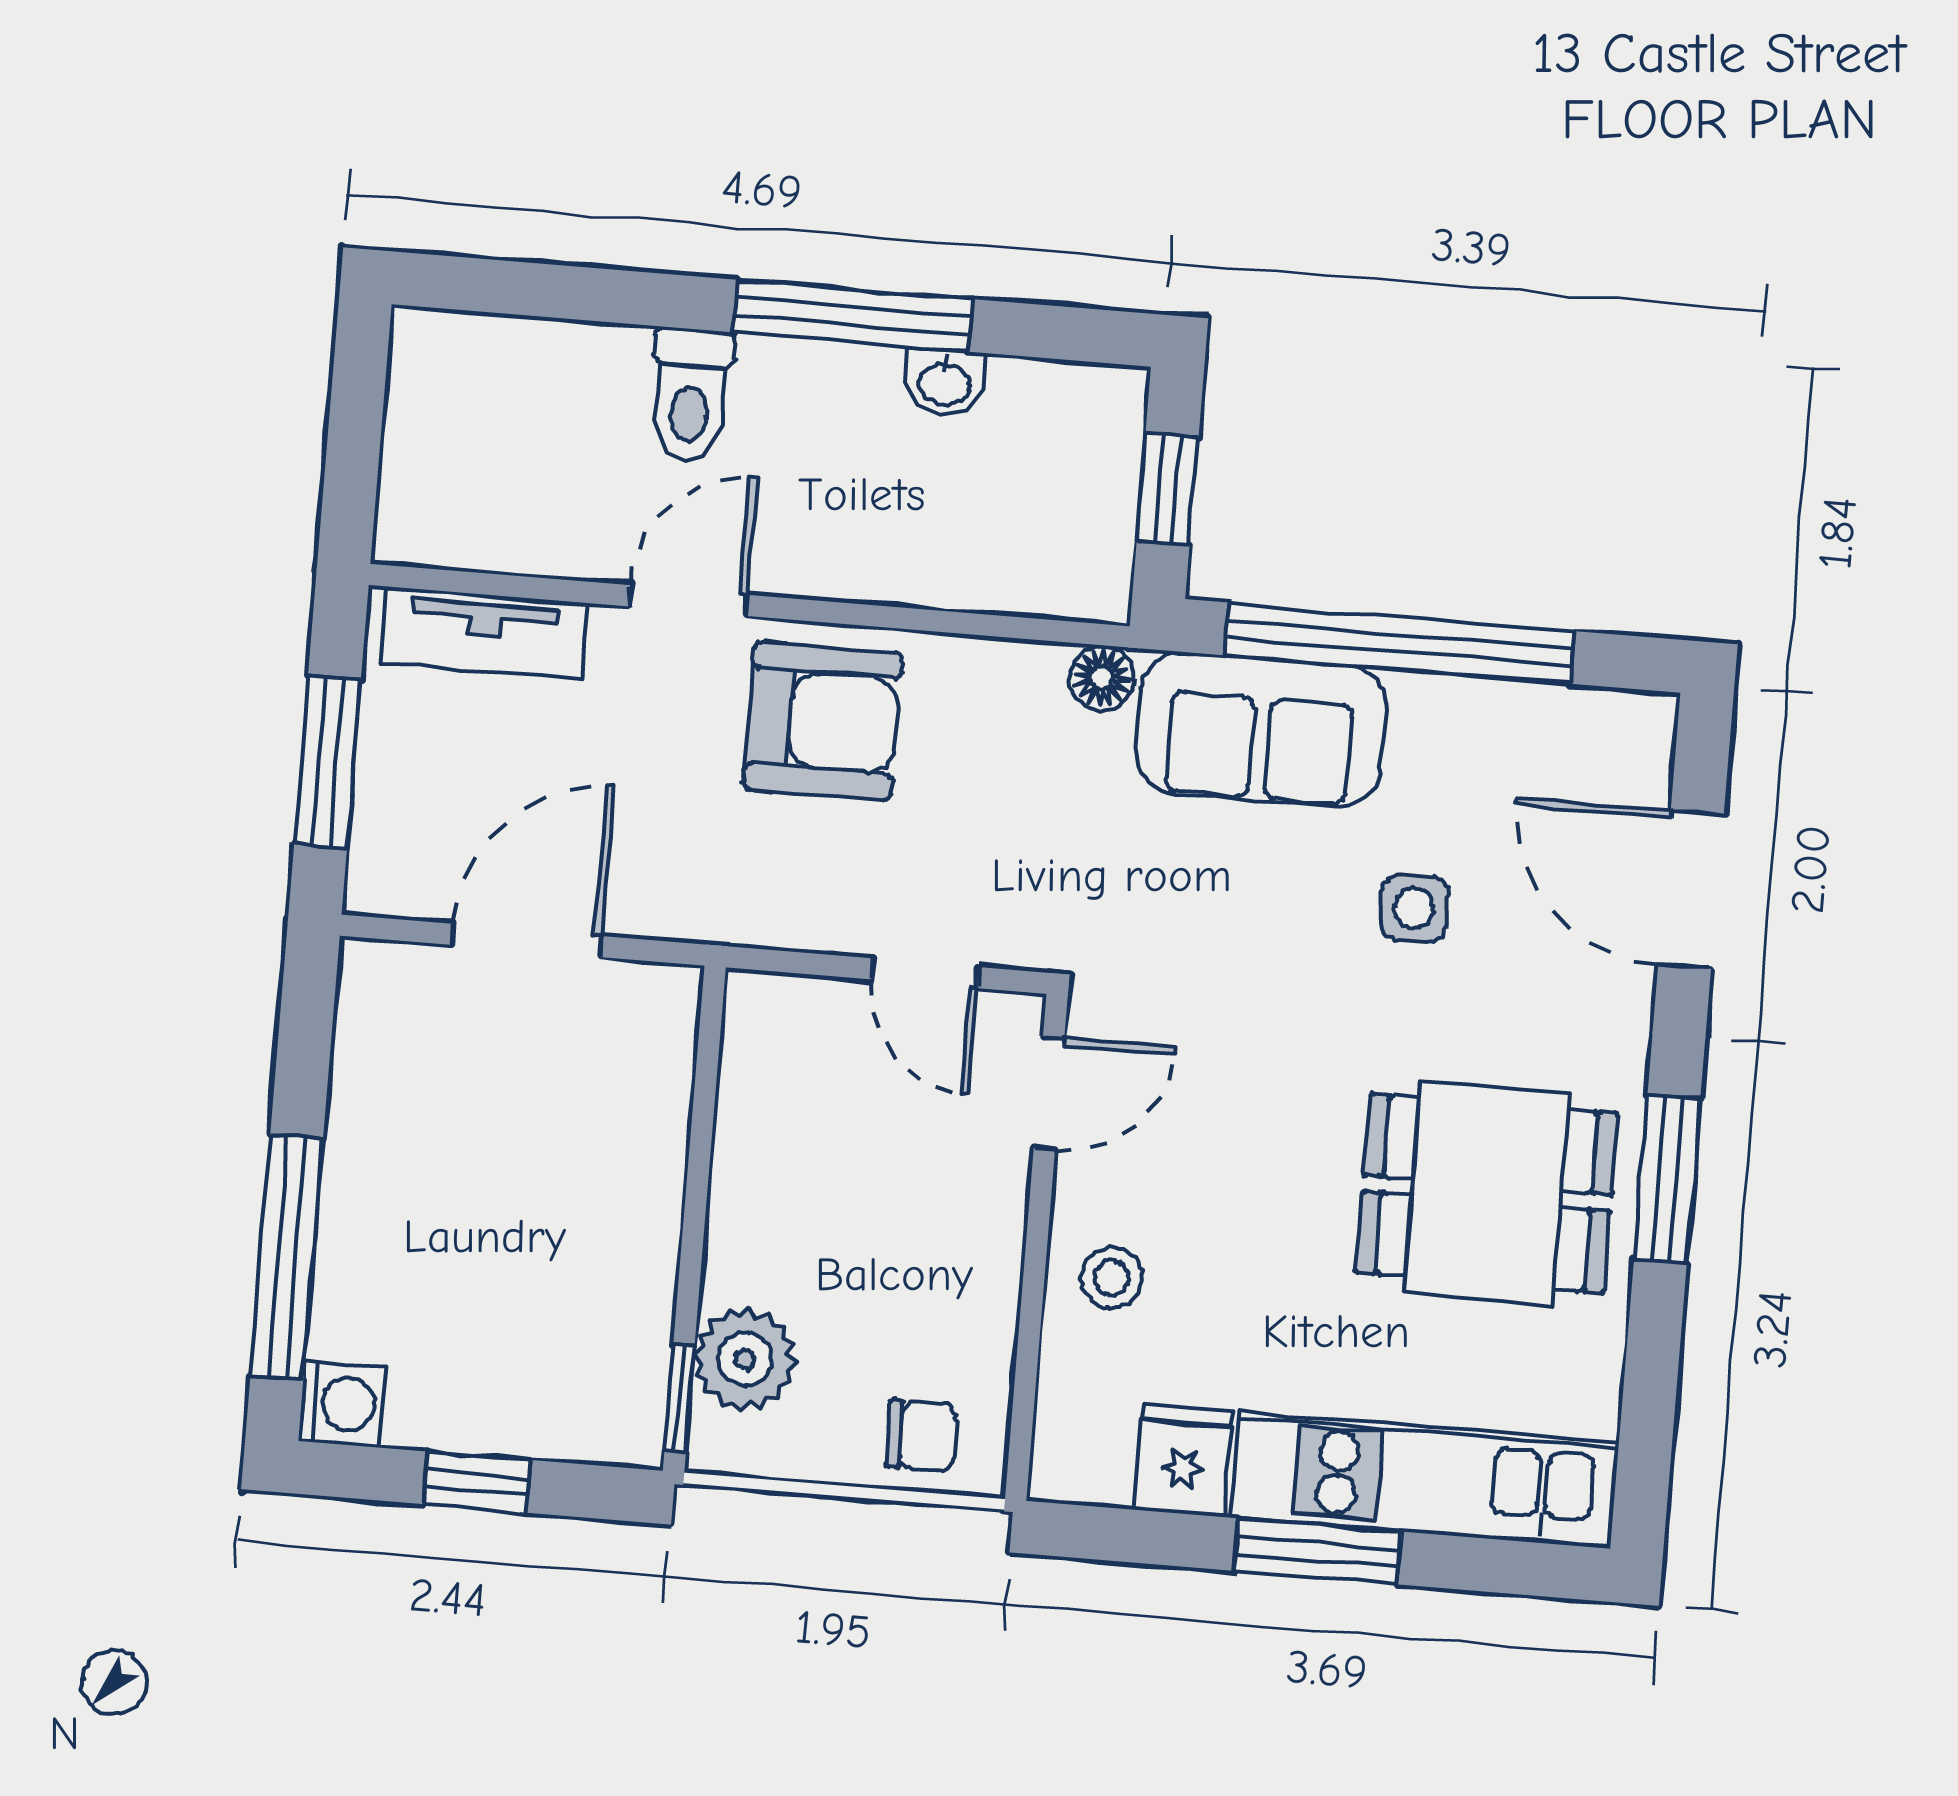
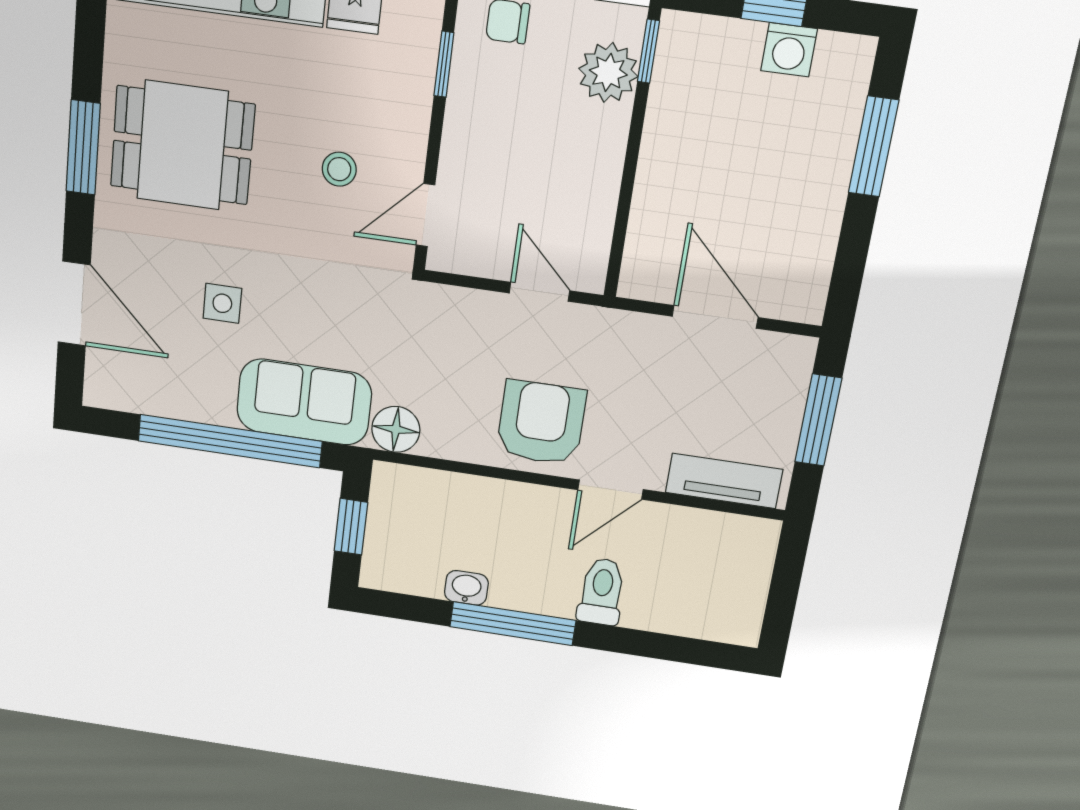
floor lamp: (1102, 678) -> (396, 429), width x1.37, depth x1.37
armchair: (823, 721) -> (541, 423), turned 90
door: (527, 941) -> (715, 317), swing flipped
door: (925, 973) -> (539, 292), moved
window: (287, 1257) -> (873, 147), width x0.69
stool: (1112, 1278) -> (339, 169), moved
window: (1027, 1359) -> (444, 64), added
washing machine: (342, 1404) -> (789, 50), moved, turned -90

